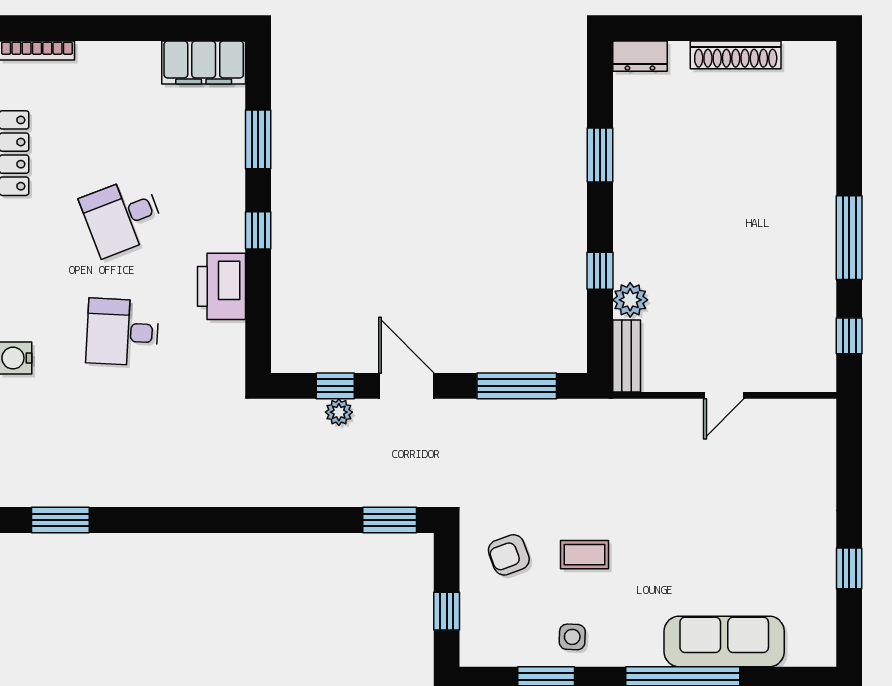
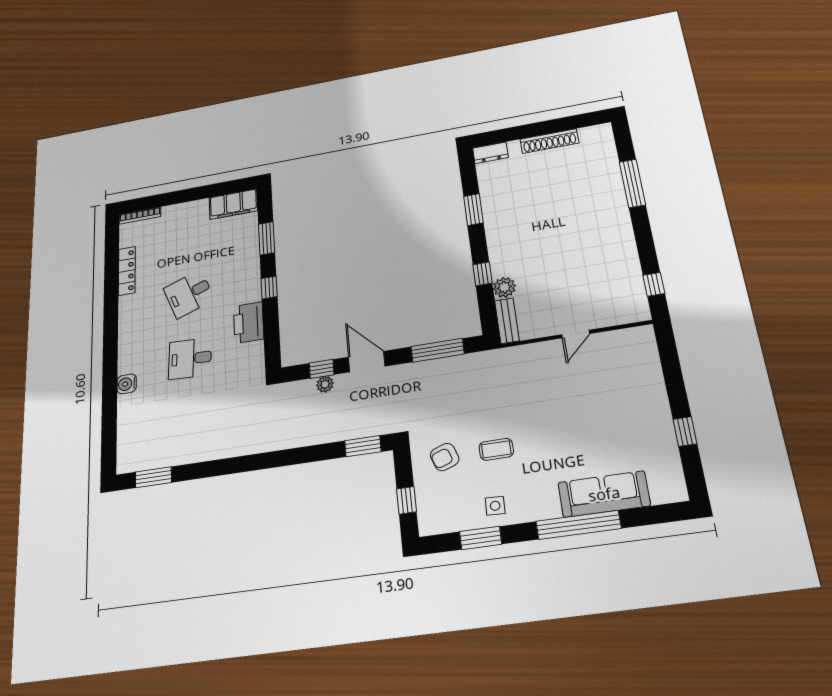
window: (849, 238) -> (632, 183), moved

